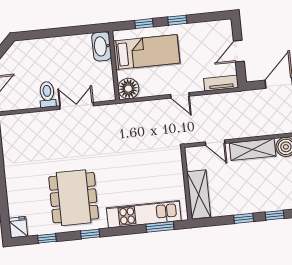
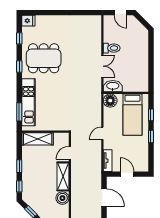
washbasin: (102, 46) -> (113, 86), moved

